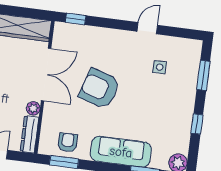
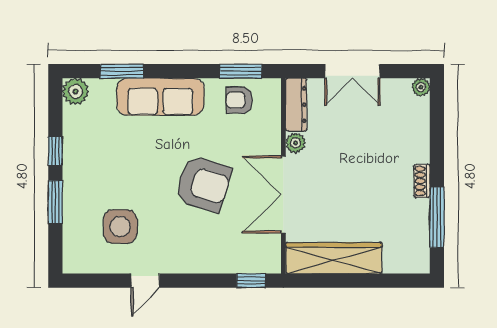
side table: (160, 67) -> (120, 226), width x1.87, depth x1.87
window: (203, 75) -> (55, 202), moved
armchair: (68, 142) -> (239, 100), turned 90

